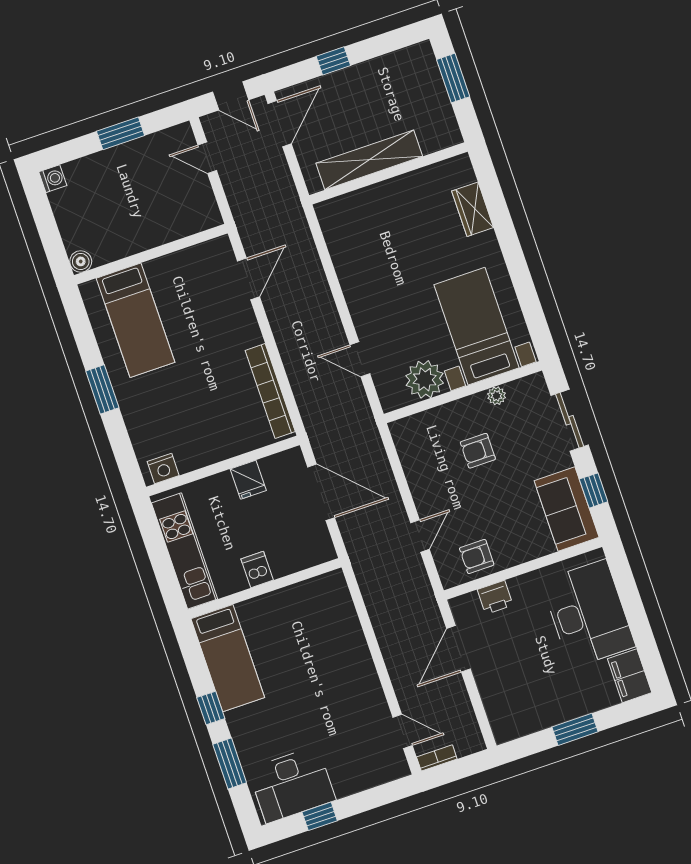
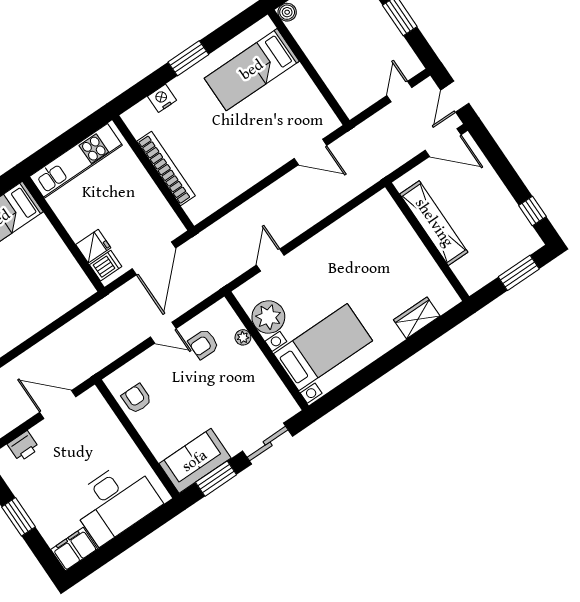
window: (333, 61) -> (532, 211), moved
bookcase: (270, 391) -> (166, 168), moved, turned 90
plant: (497, 396) -> (243, 337), moved
armchair: (478, 451) -> (203, 344), moved, turned -90
nightstand: (163, 469) -> (162, 98), moved, turned 90
fridge: (248, 480) -> (93, 246), moved, turned 180
window: (594, 490) -> (216, 479), width x1.50
door: (420, 536) -> (163, 333), moved
dishwasher: (257, 569) -> (106, 266), moved
printer: (495, 597) -> (23, 446), moved, turned -90

